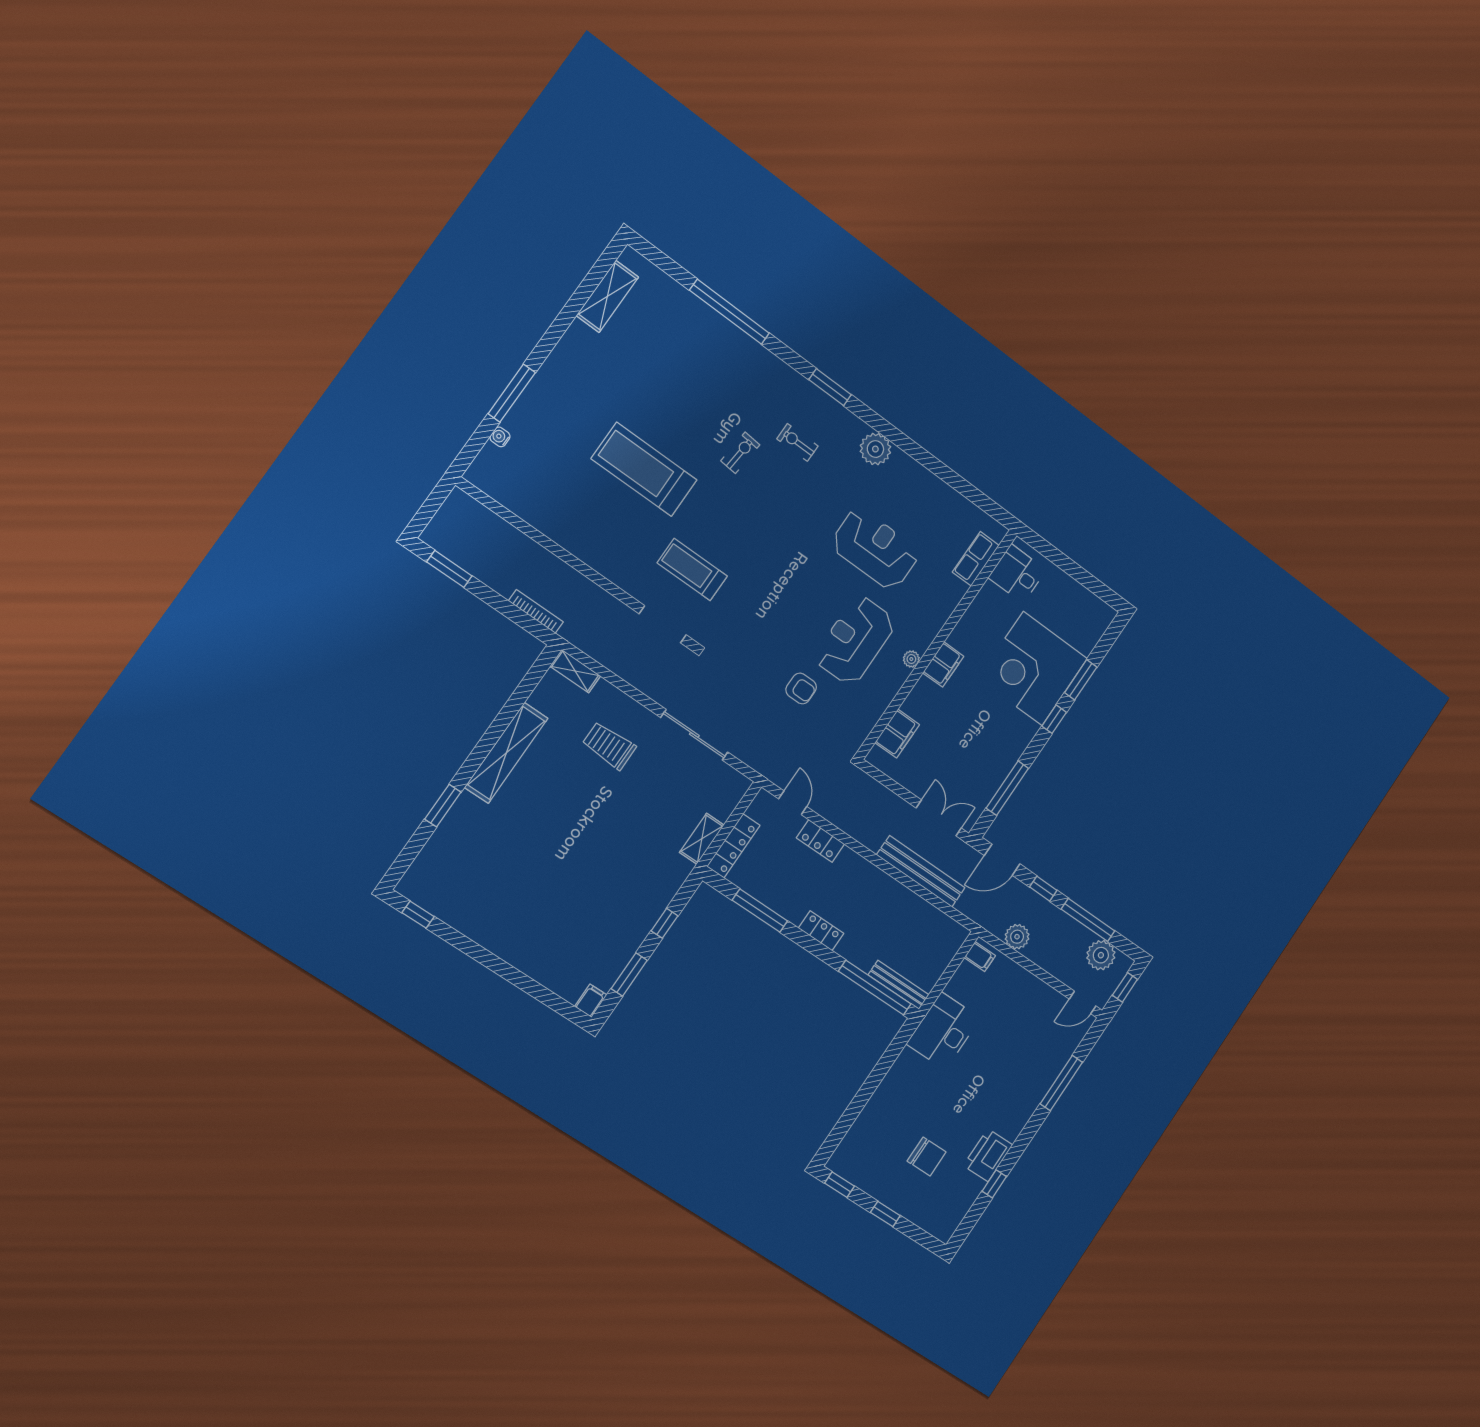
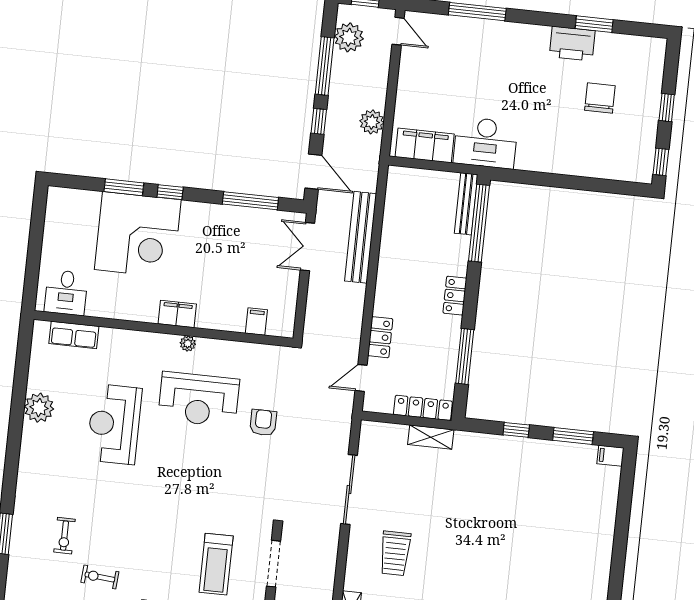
plant: (875, 449) -> (39, 408), moved
filing cabinet: (897, 734) -> (256, 321), width x0.50
filing cabinet: (980, 957) -> (425, 146), width x3.00, depth x1.17
window: (994, 1184) -> (594, 24), width x1.50

